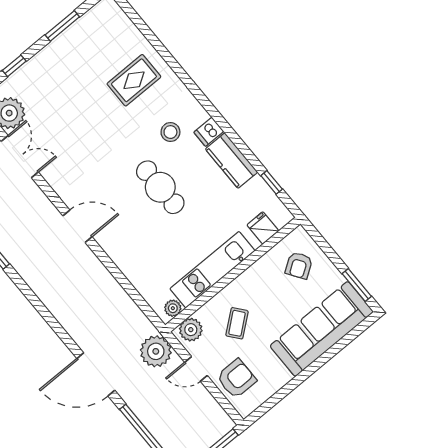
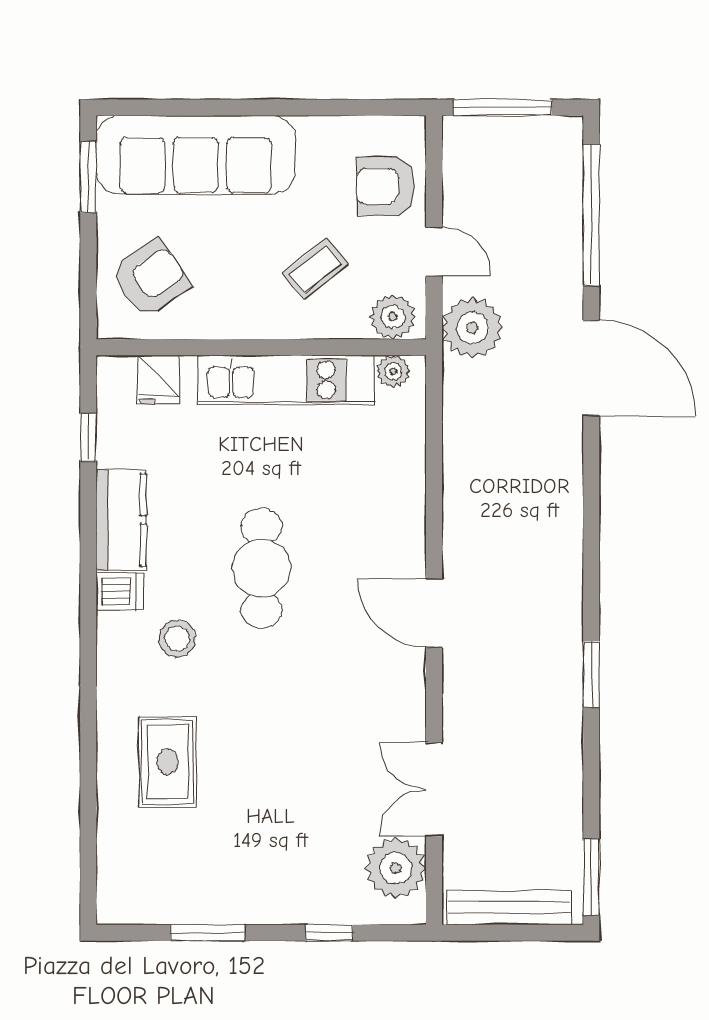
rug: (134, 80) -> (168, 762), turned 90
armchair: (299, 265) -> (151, 278), width x1.38, depth x1.38

